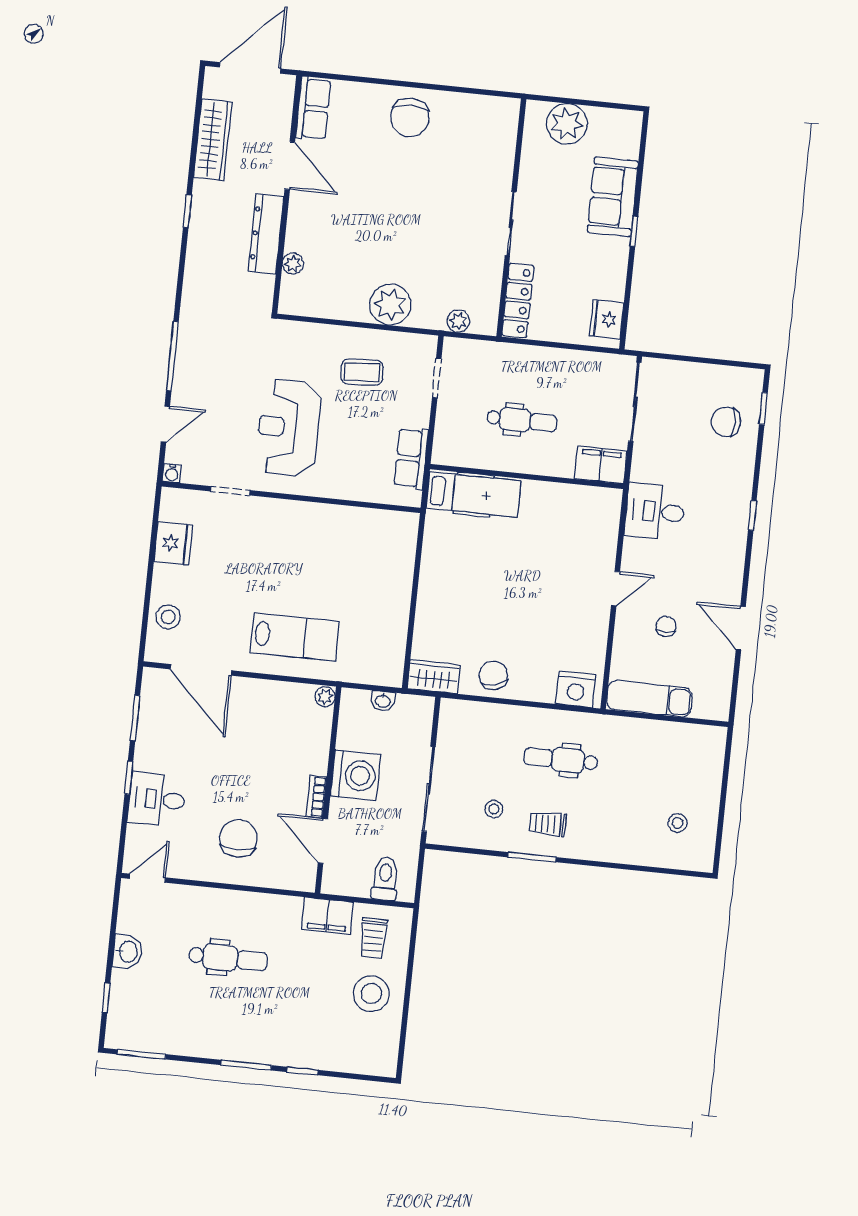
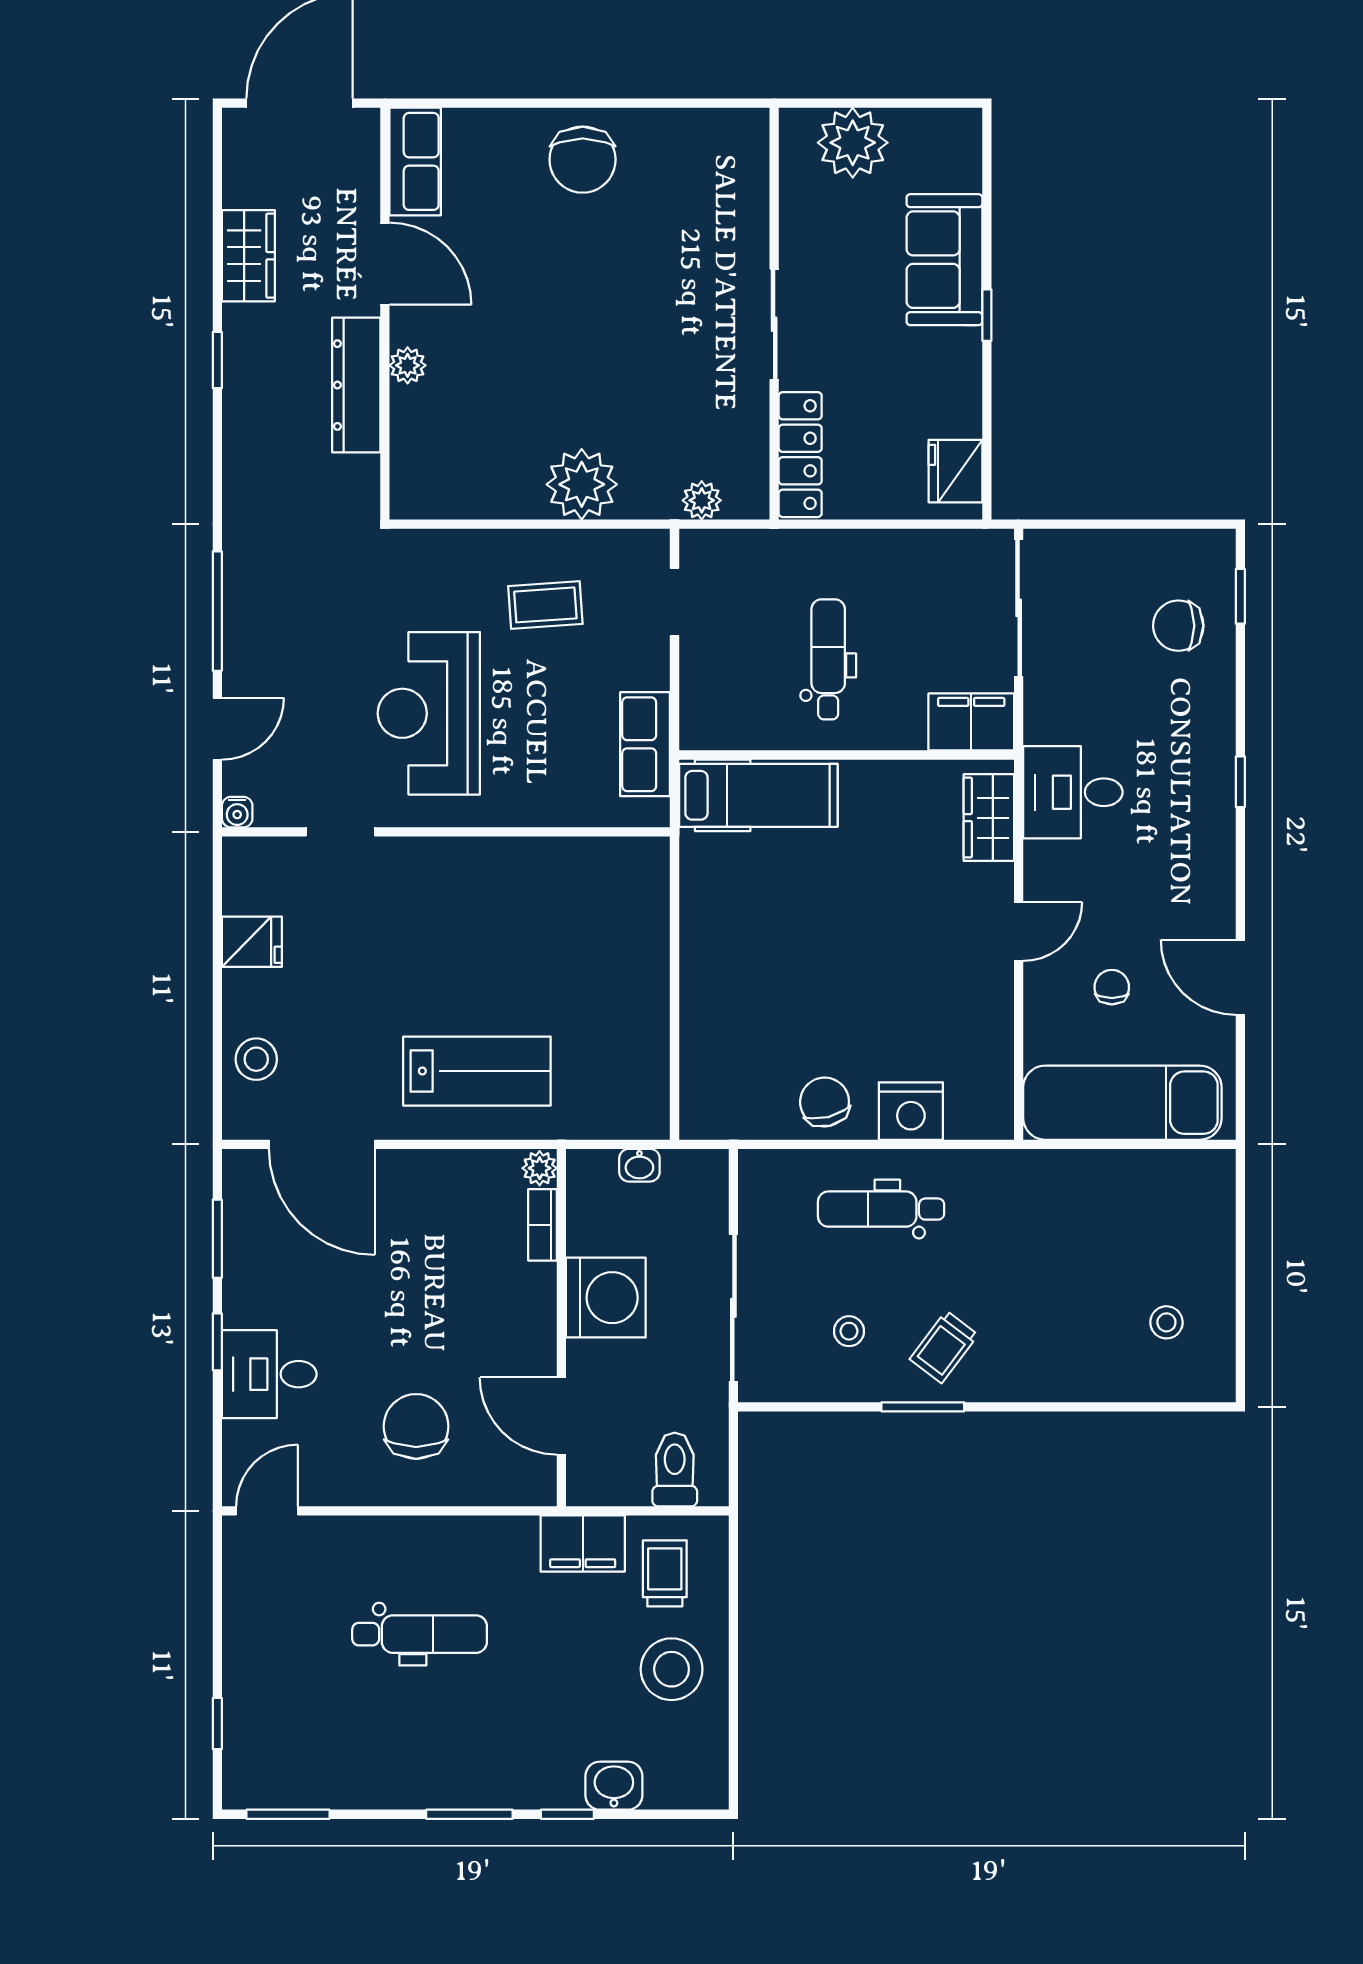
wardrobe: (213, 140) -> (248, 256), width x0.67
plant: (293, 264) -> (408, 365), moved
dental chair: (522, 420) -> (828, 659), turned -90
fridge: (173, 543) -> (252, 942), width x0.72
wardrobe: (434, 677) -> (989, 818), moved, turned -90
nightstand: (576, 689) -> (911, 1111), moved
exam couch: (649, 699) -> (1122, 1103), width x1.36, depth x1.45
dental chair: (561, 760) -> (881, 1209), moved
bookcase: (316, 797) -> (543, 1225), moved
trolley: (548, 824) -> (944, 1347), turned -53
trolley: (373, 938) -> (665, 1573), turned 180
washbasin: (127, 952) -> (614, 1786), moved, turned -90

